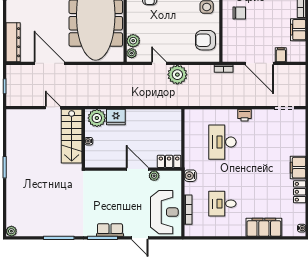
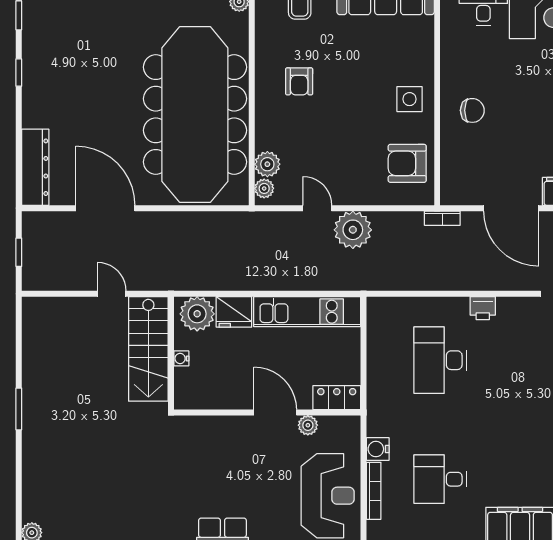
kitchen unit: (154, 117) -> (307, 312), added
water cooler: (190, 176) -> (378, 449), moved

